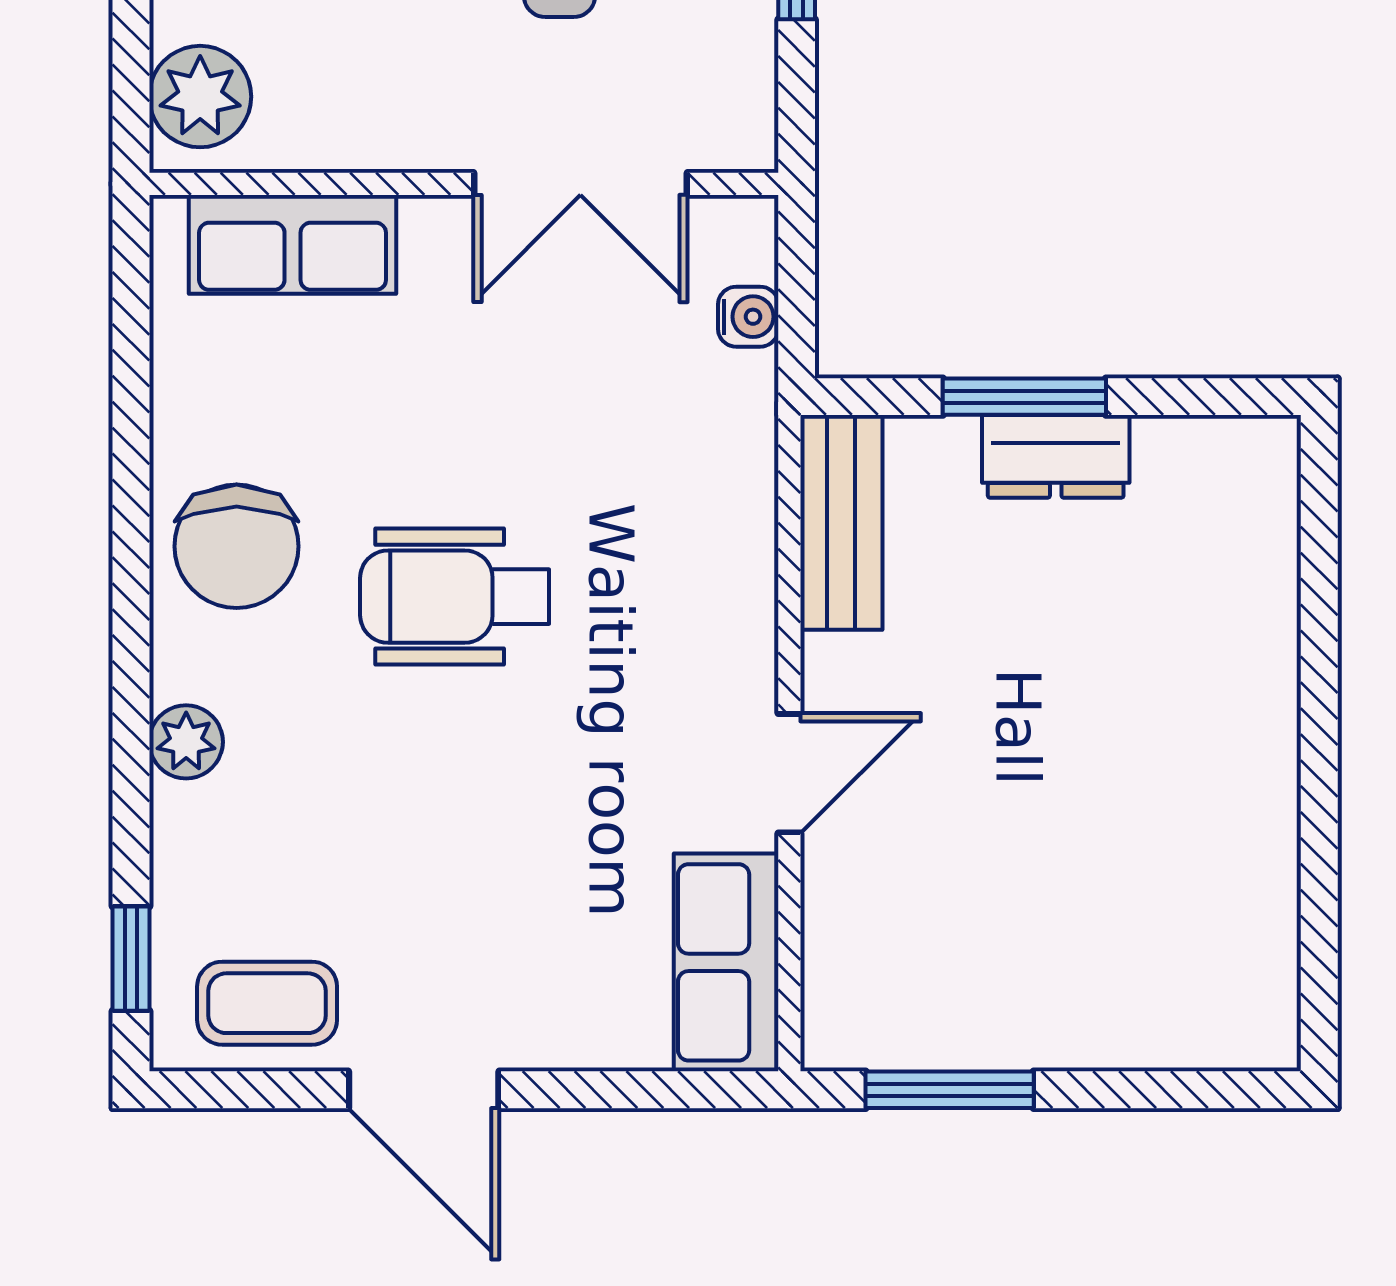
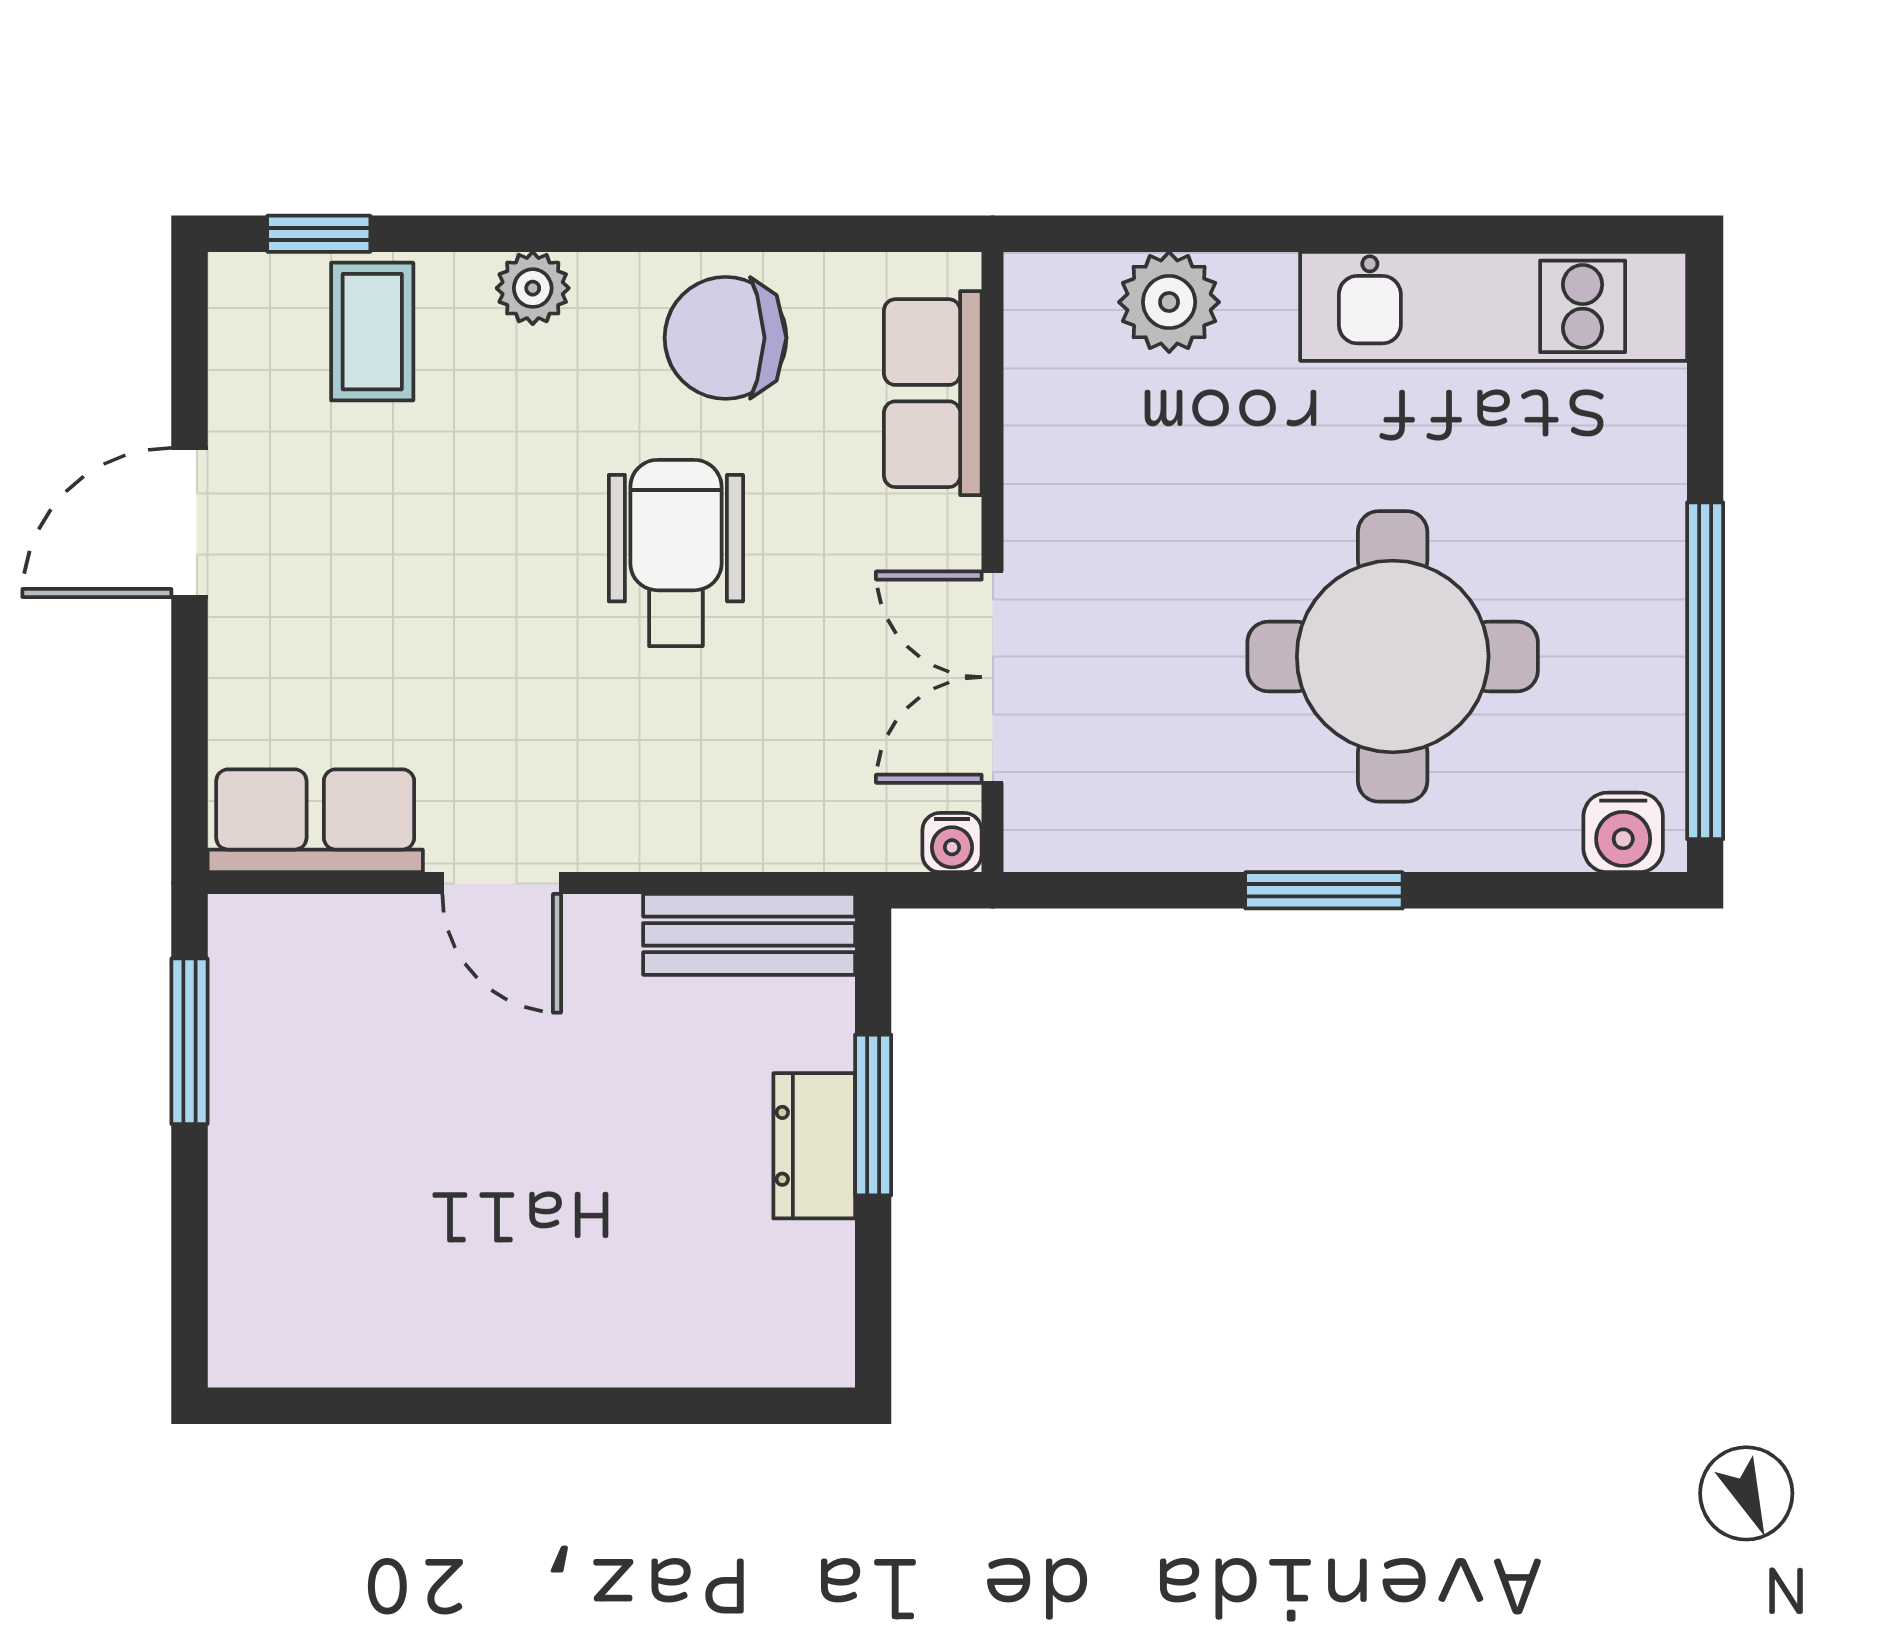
wall: (464, 184) -> (993, 562), moved
double door: (580, 184) -> (993, 677), moved
row of seats: (293, 244) -> (933, 393), moved
coffee table: (267, 1003) -> (372, 332), moved

